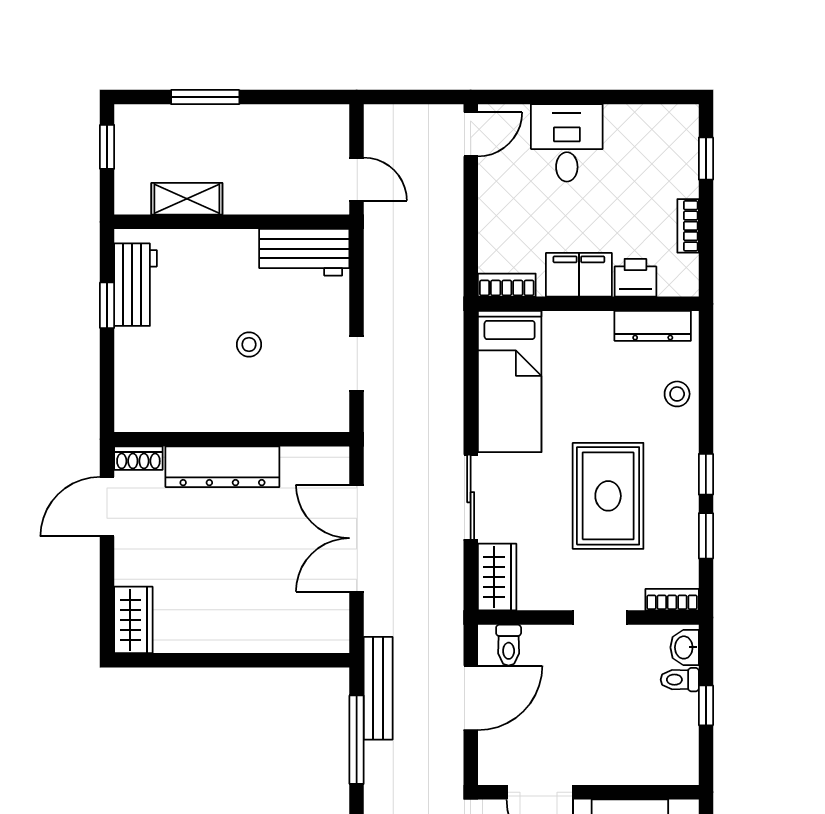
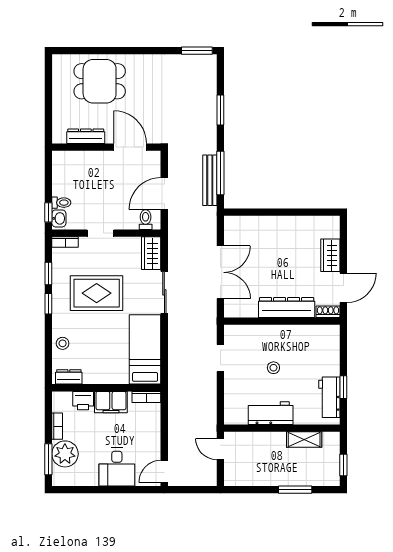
window: (706, 159) -> (48, 459), width x1.50
plant: (672, 170) -> (65, 454), added
workbench: (304, 252) -> (271, 413), moved
dresser: (653, 326) -> (69, 377), width x0.70
rug: (608, 496) -> (97, 293), turned 90
wardrobe: (133, 620) -> (330, 255), moved
bench: (378, 688) -> (210, 180), moved
window: (706, 705) -> (48, 212), moved

